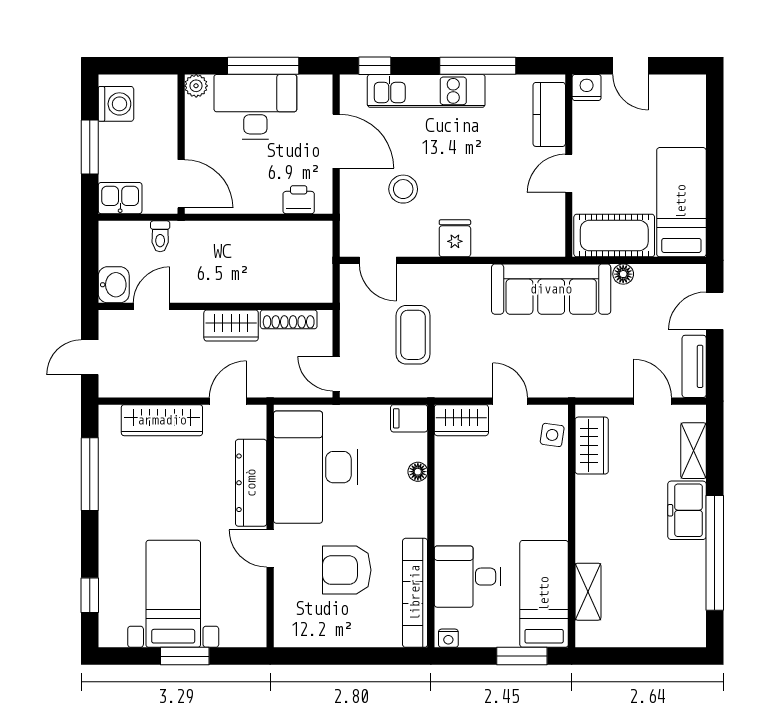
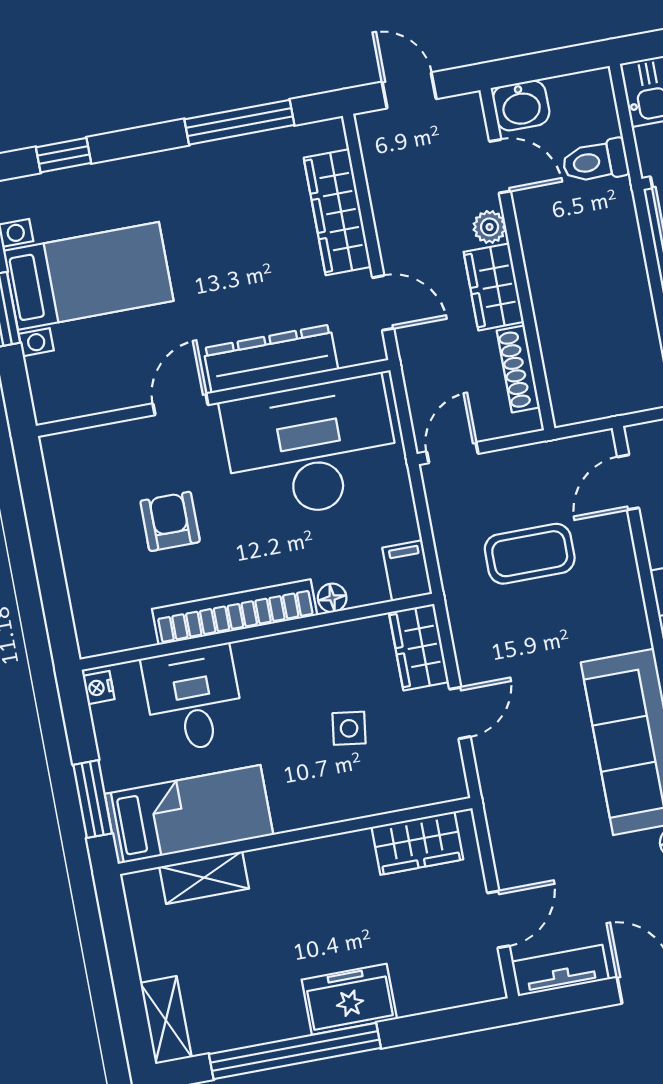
toilet: (160, 236) -> (595, 161), width x1.37, depth x1.39
plant: (191, 321) -> (490, 227), added
side table: (552, 435) -> (349, 728), moved
shelving: (693, 451) -> (166, 1020), moved, turned 90
armchair: (347, 570) -> (170, 521), width x0.72, depth x0.72
bookcase: (415, 593) -> (235, 612), moved

